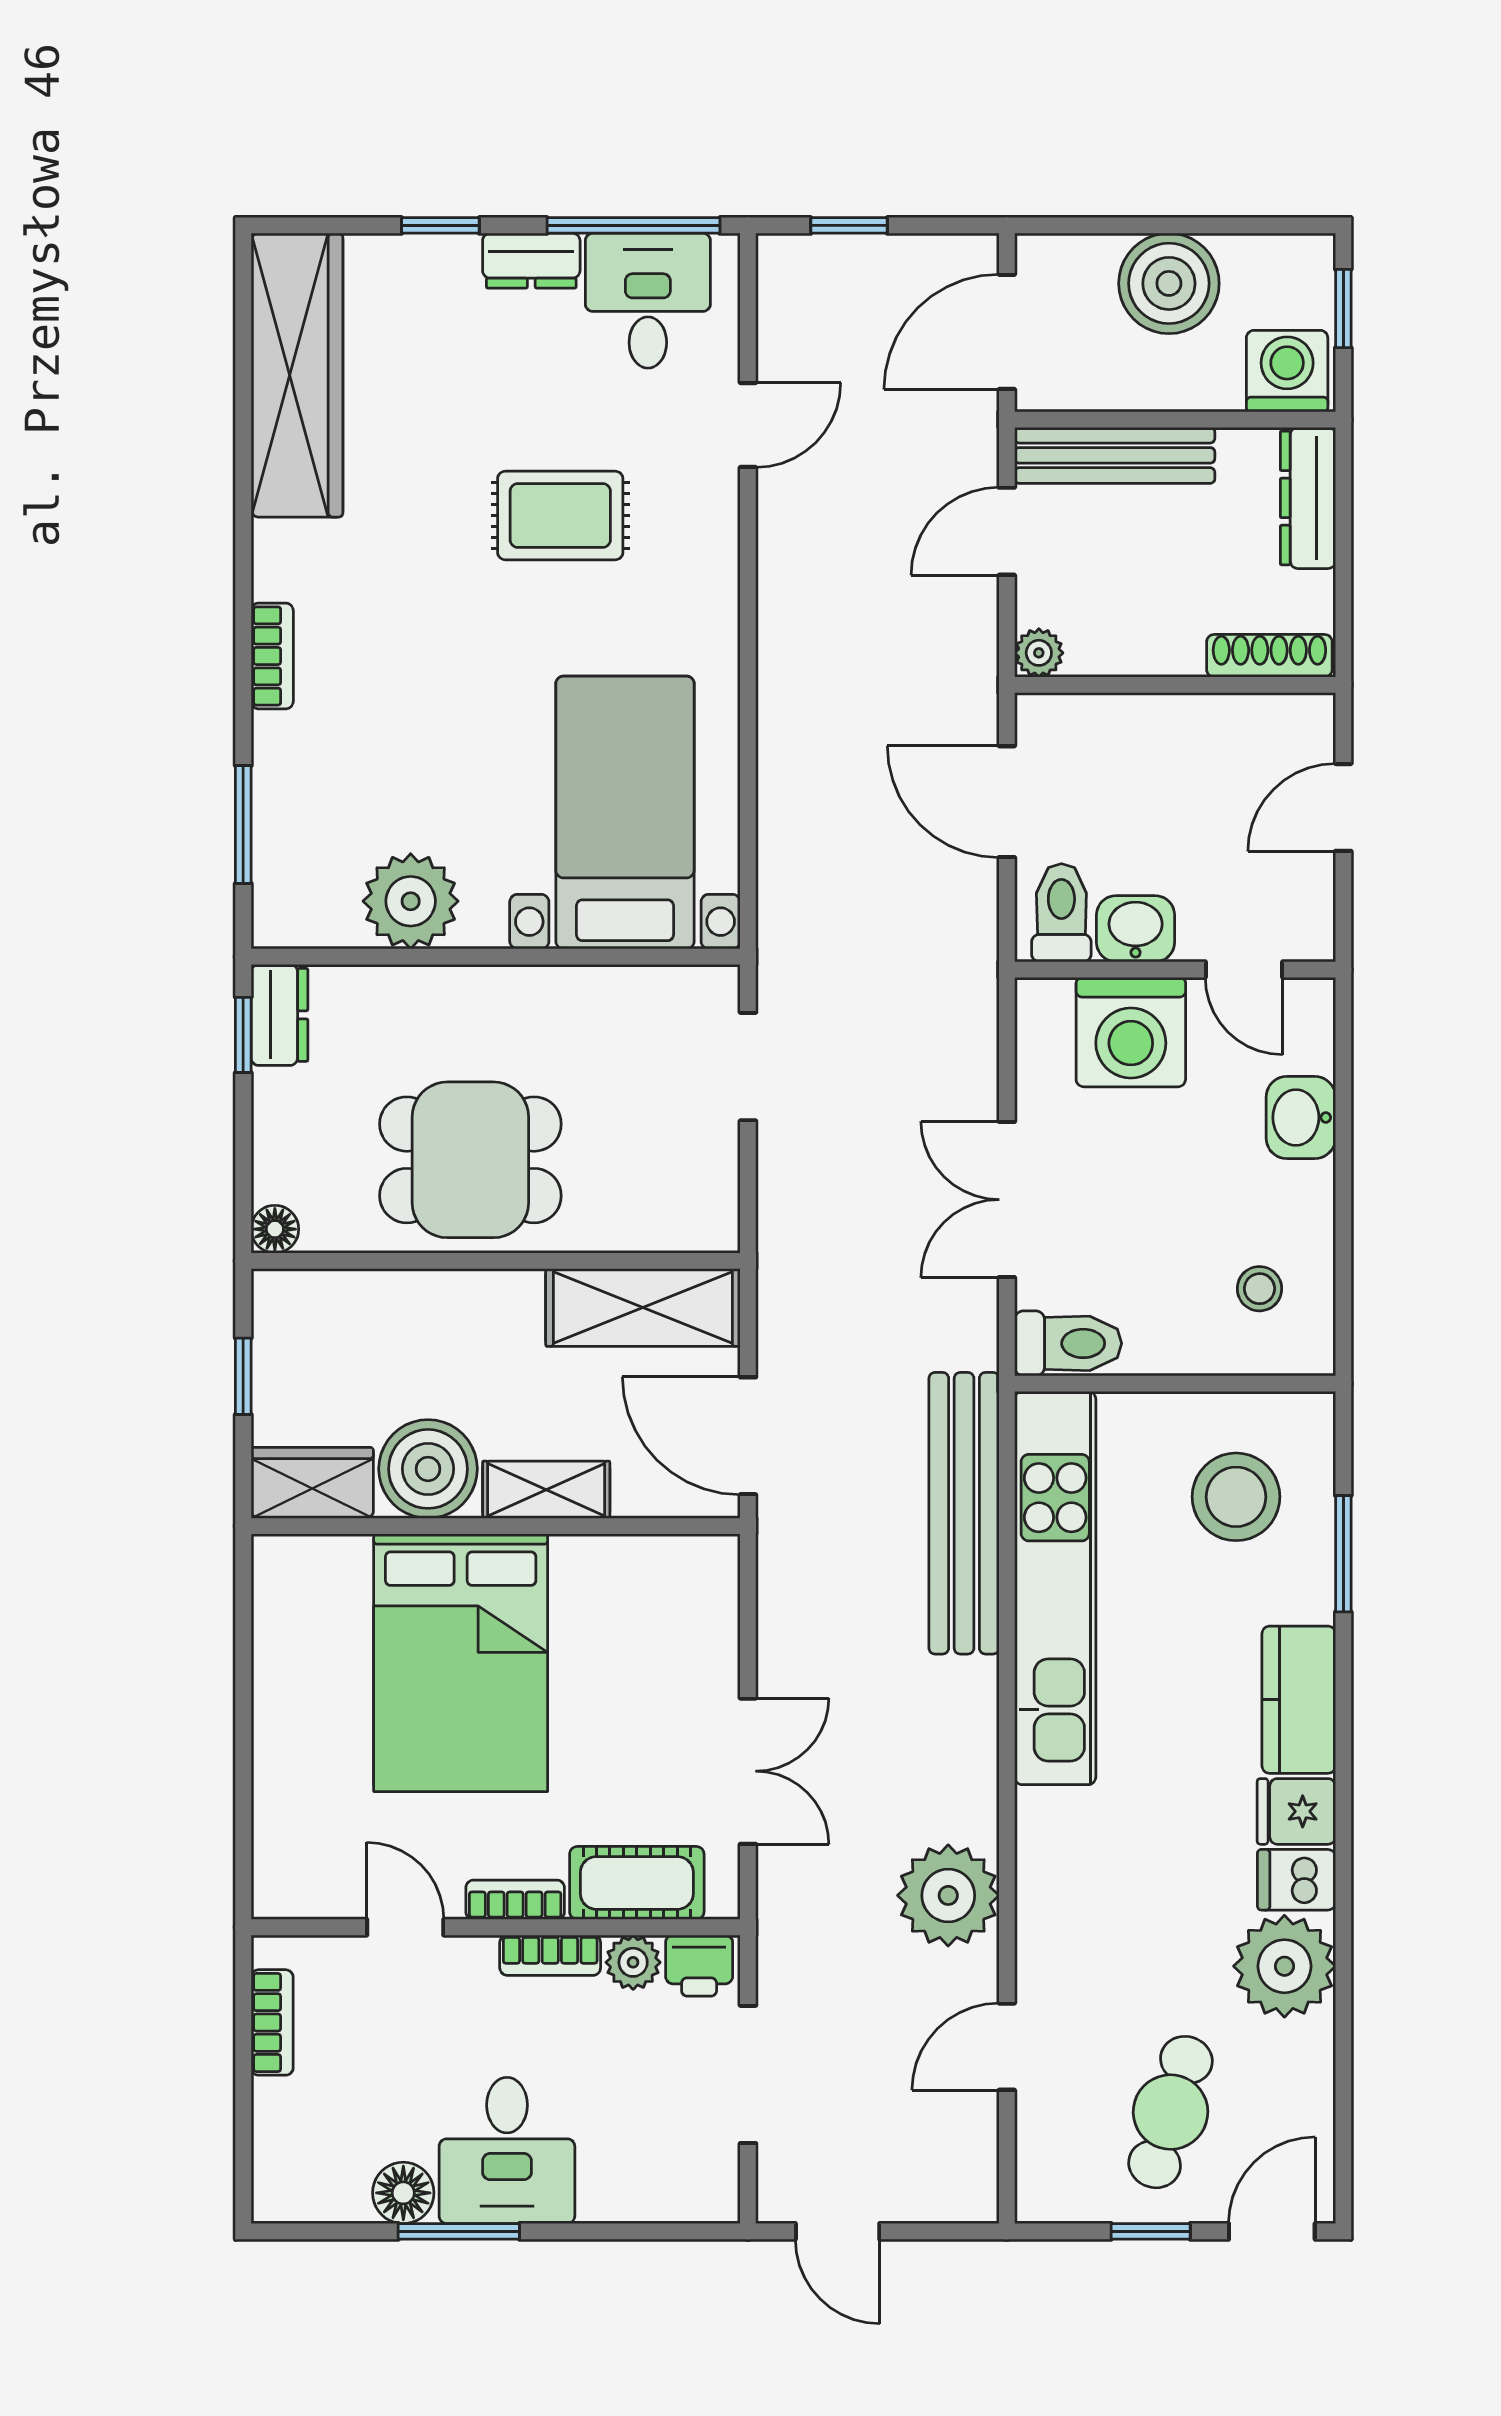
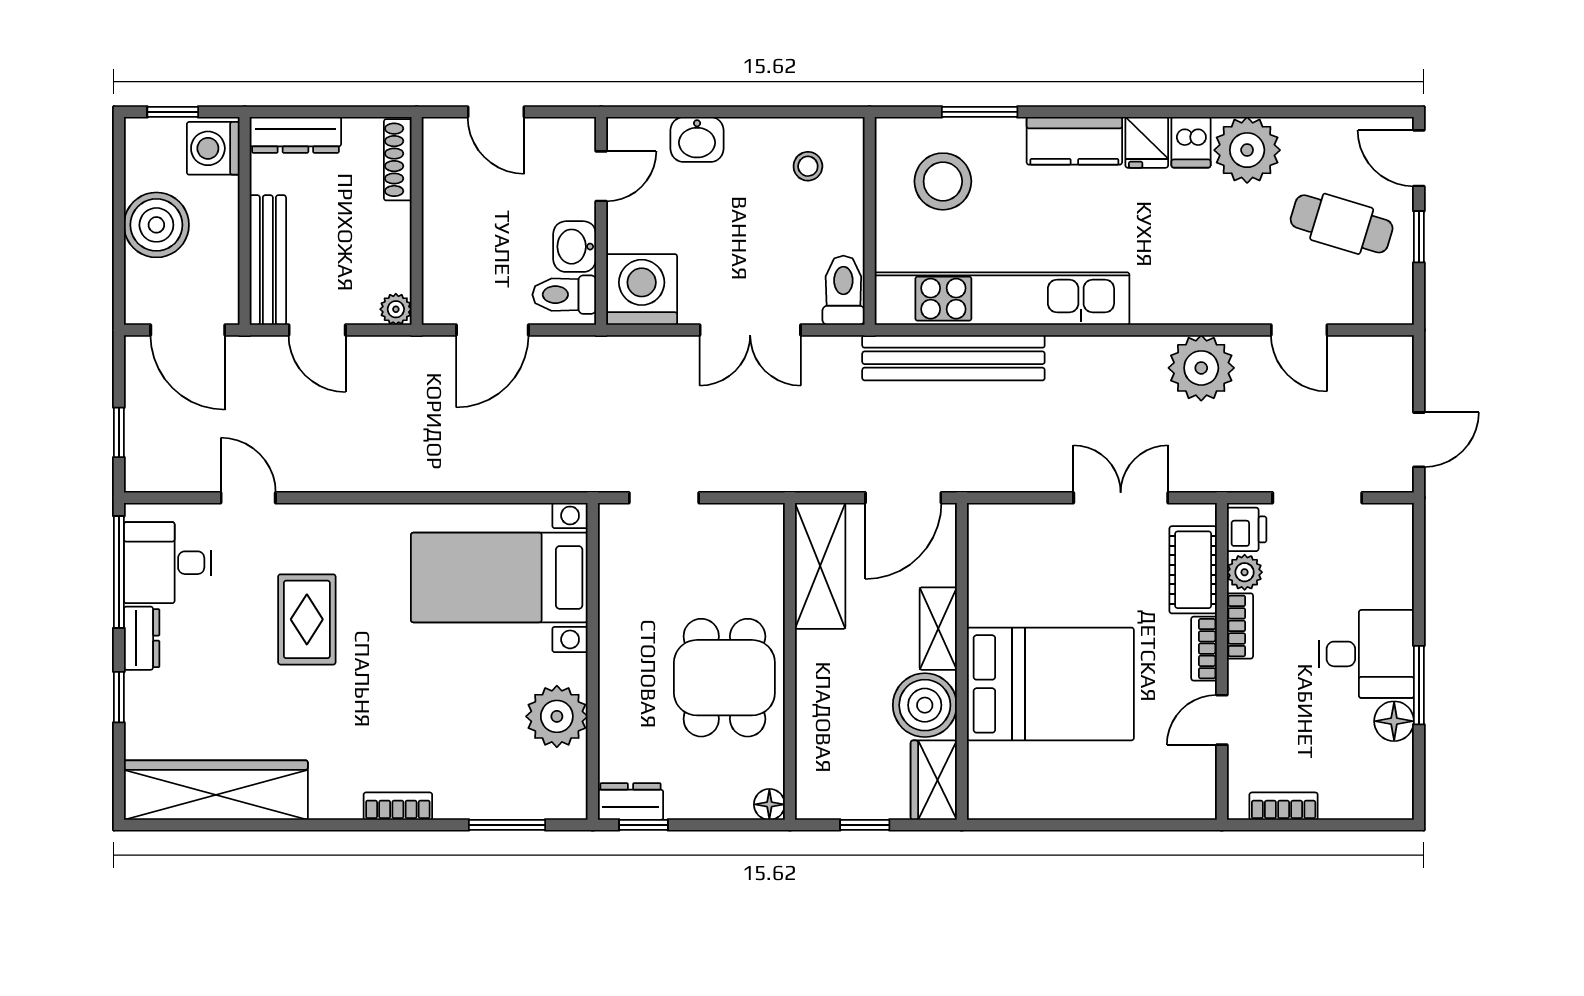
washing machine: (1131, 1032) -> (642, 289), moved, turned -90

